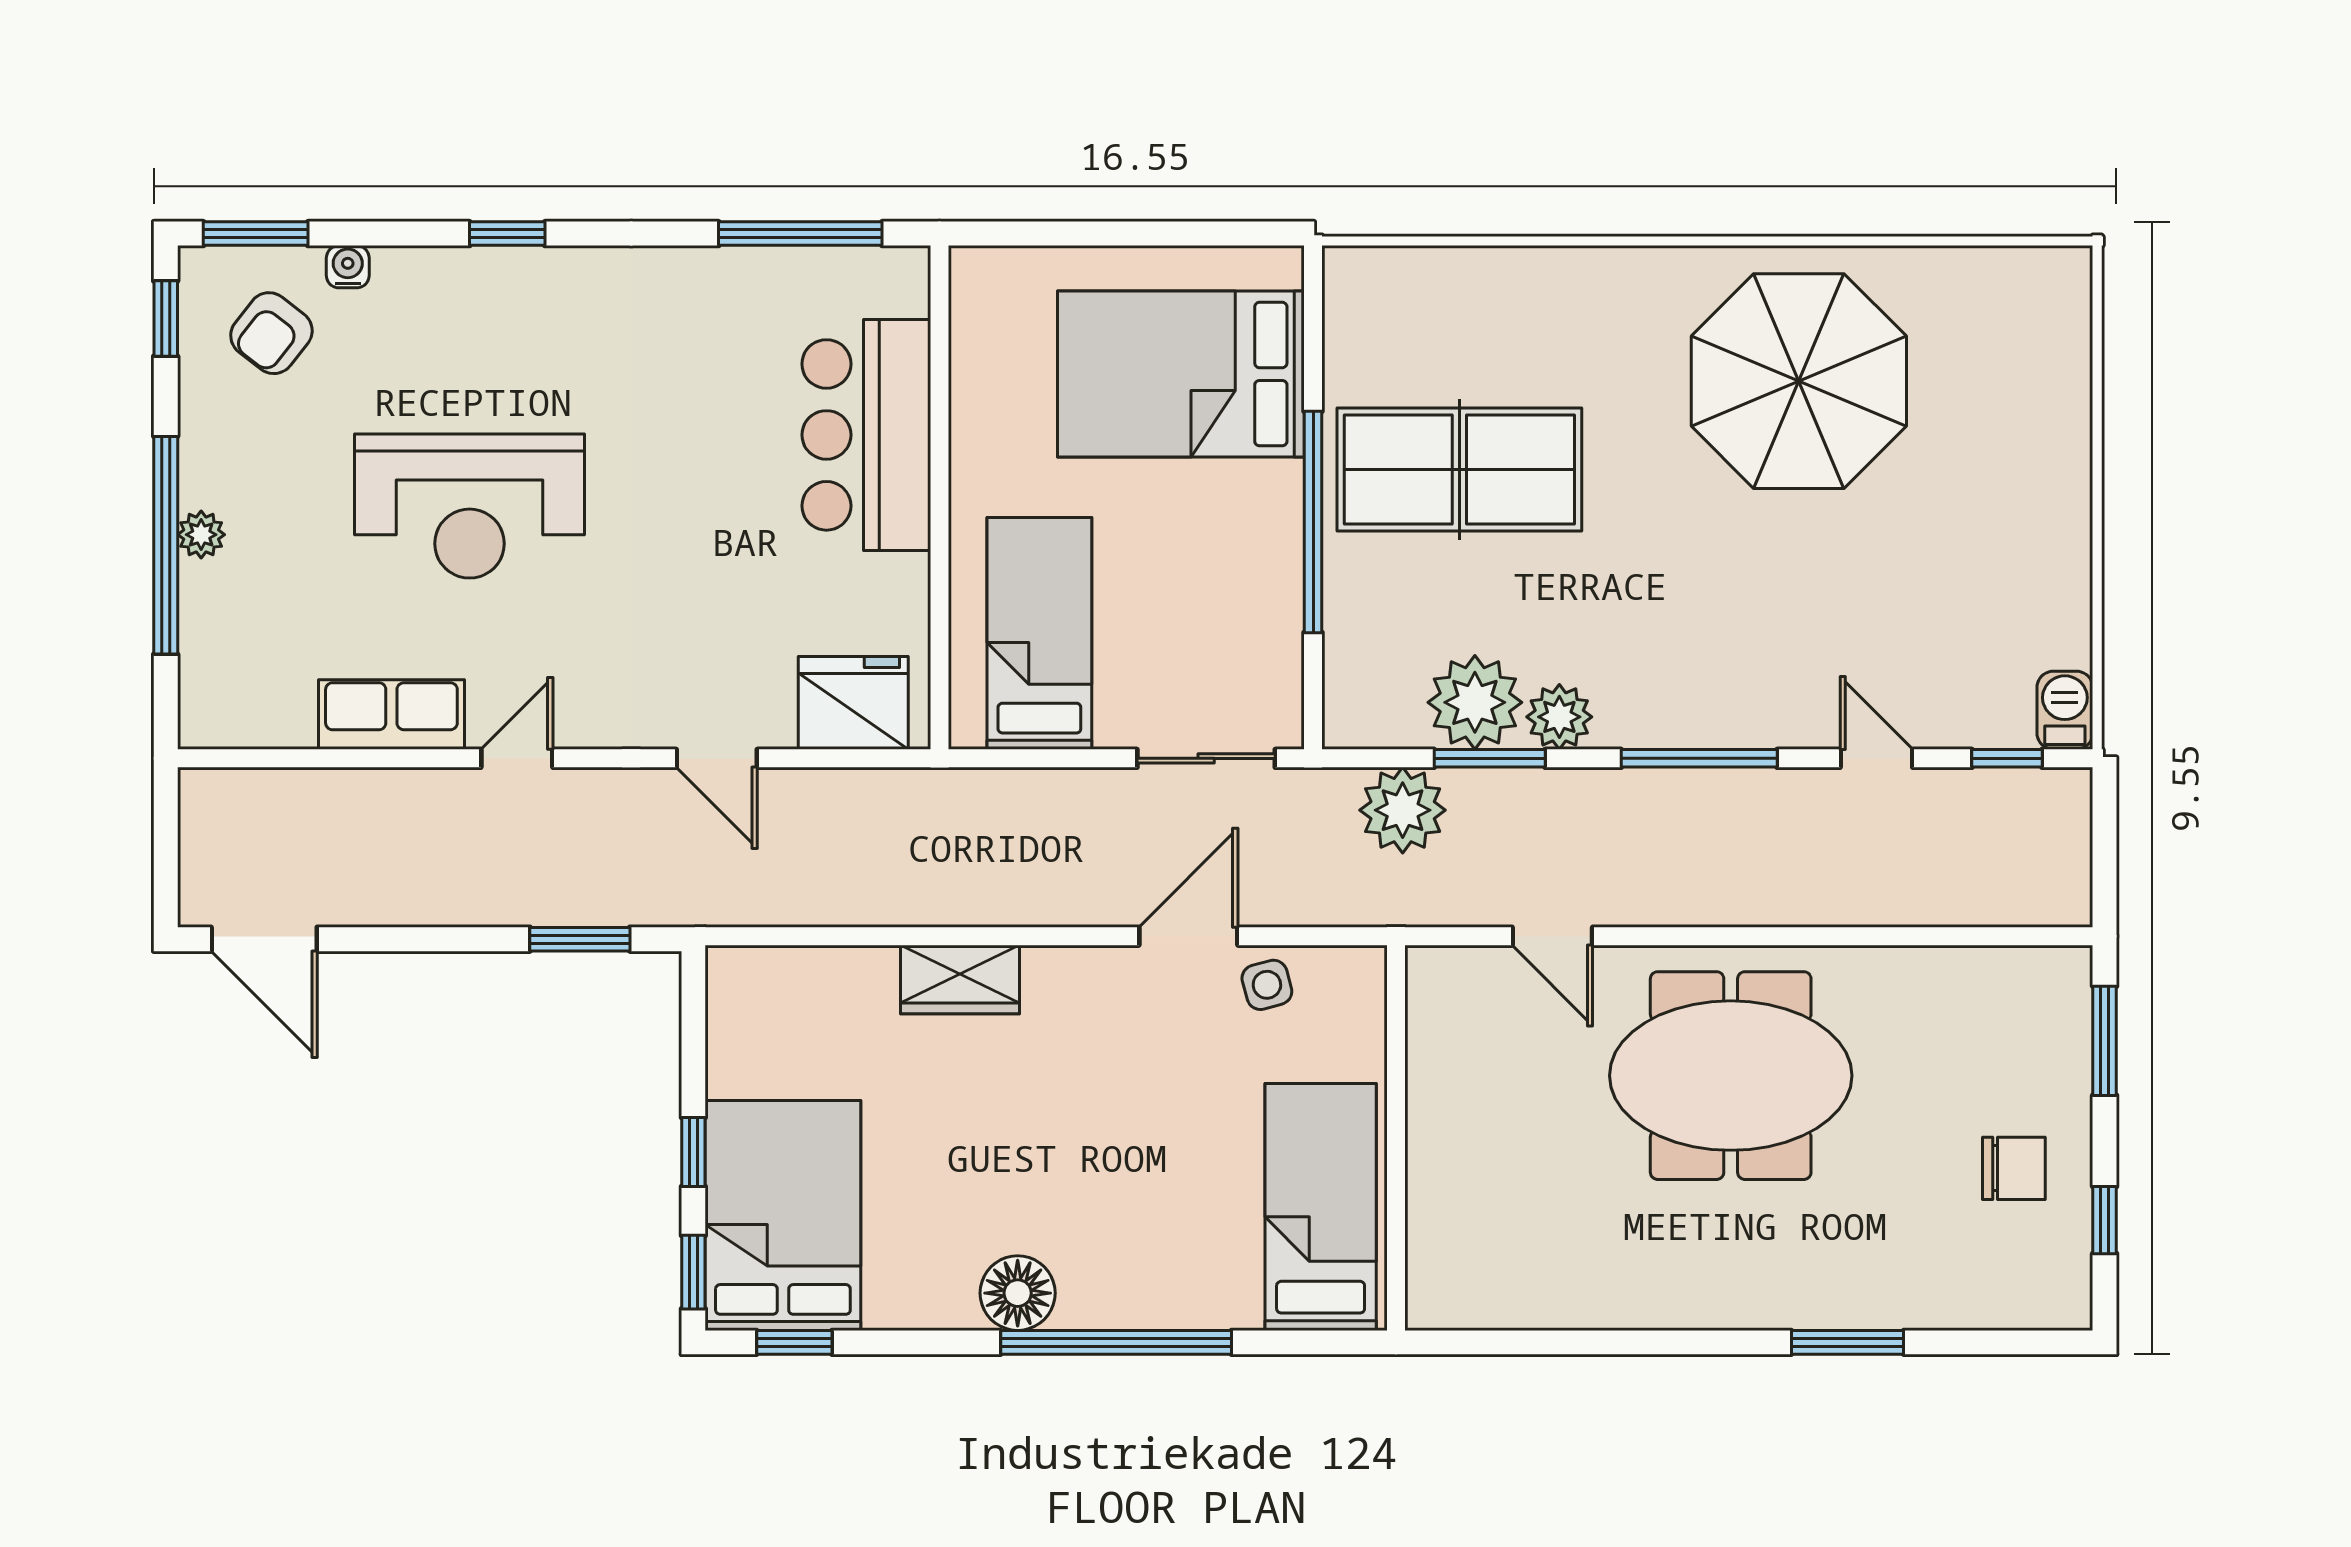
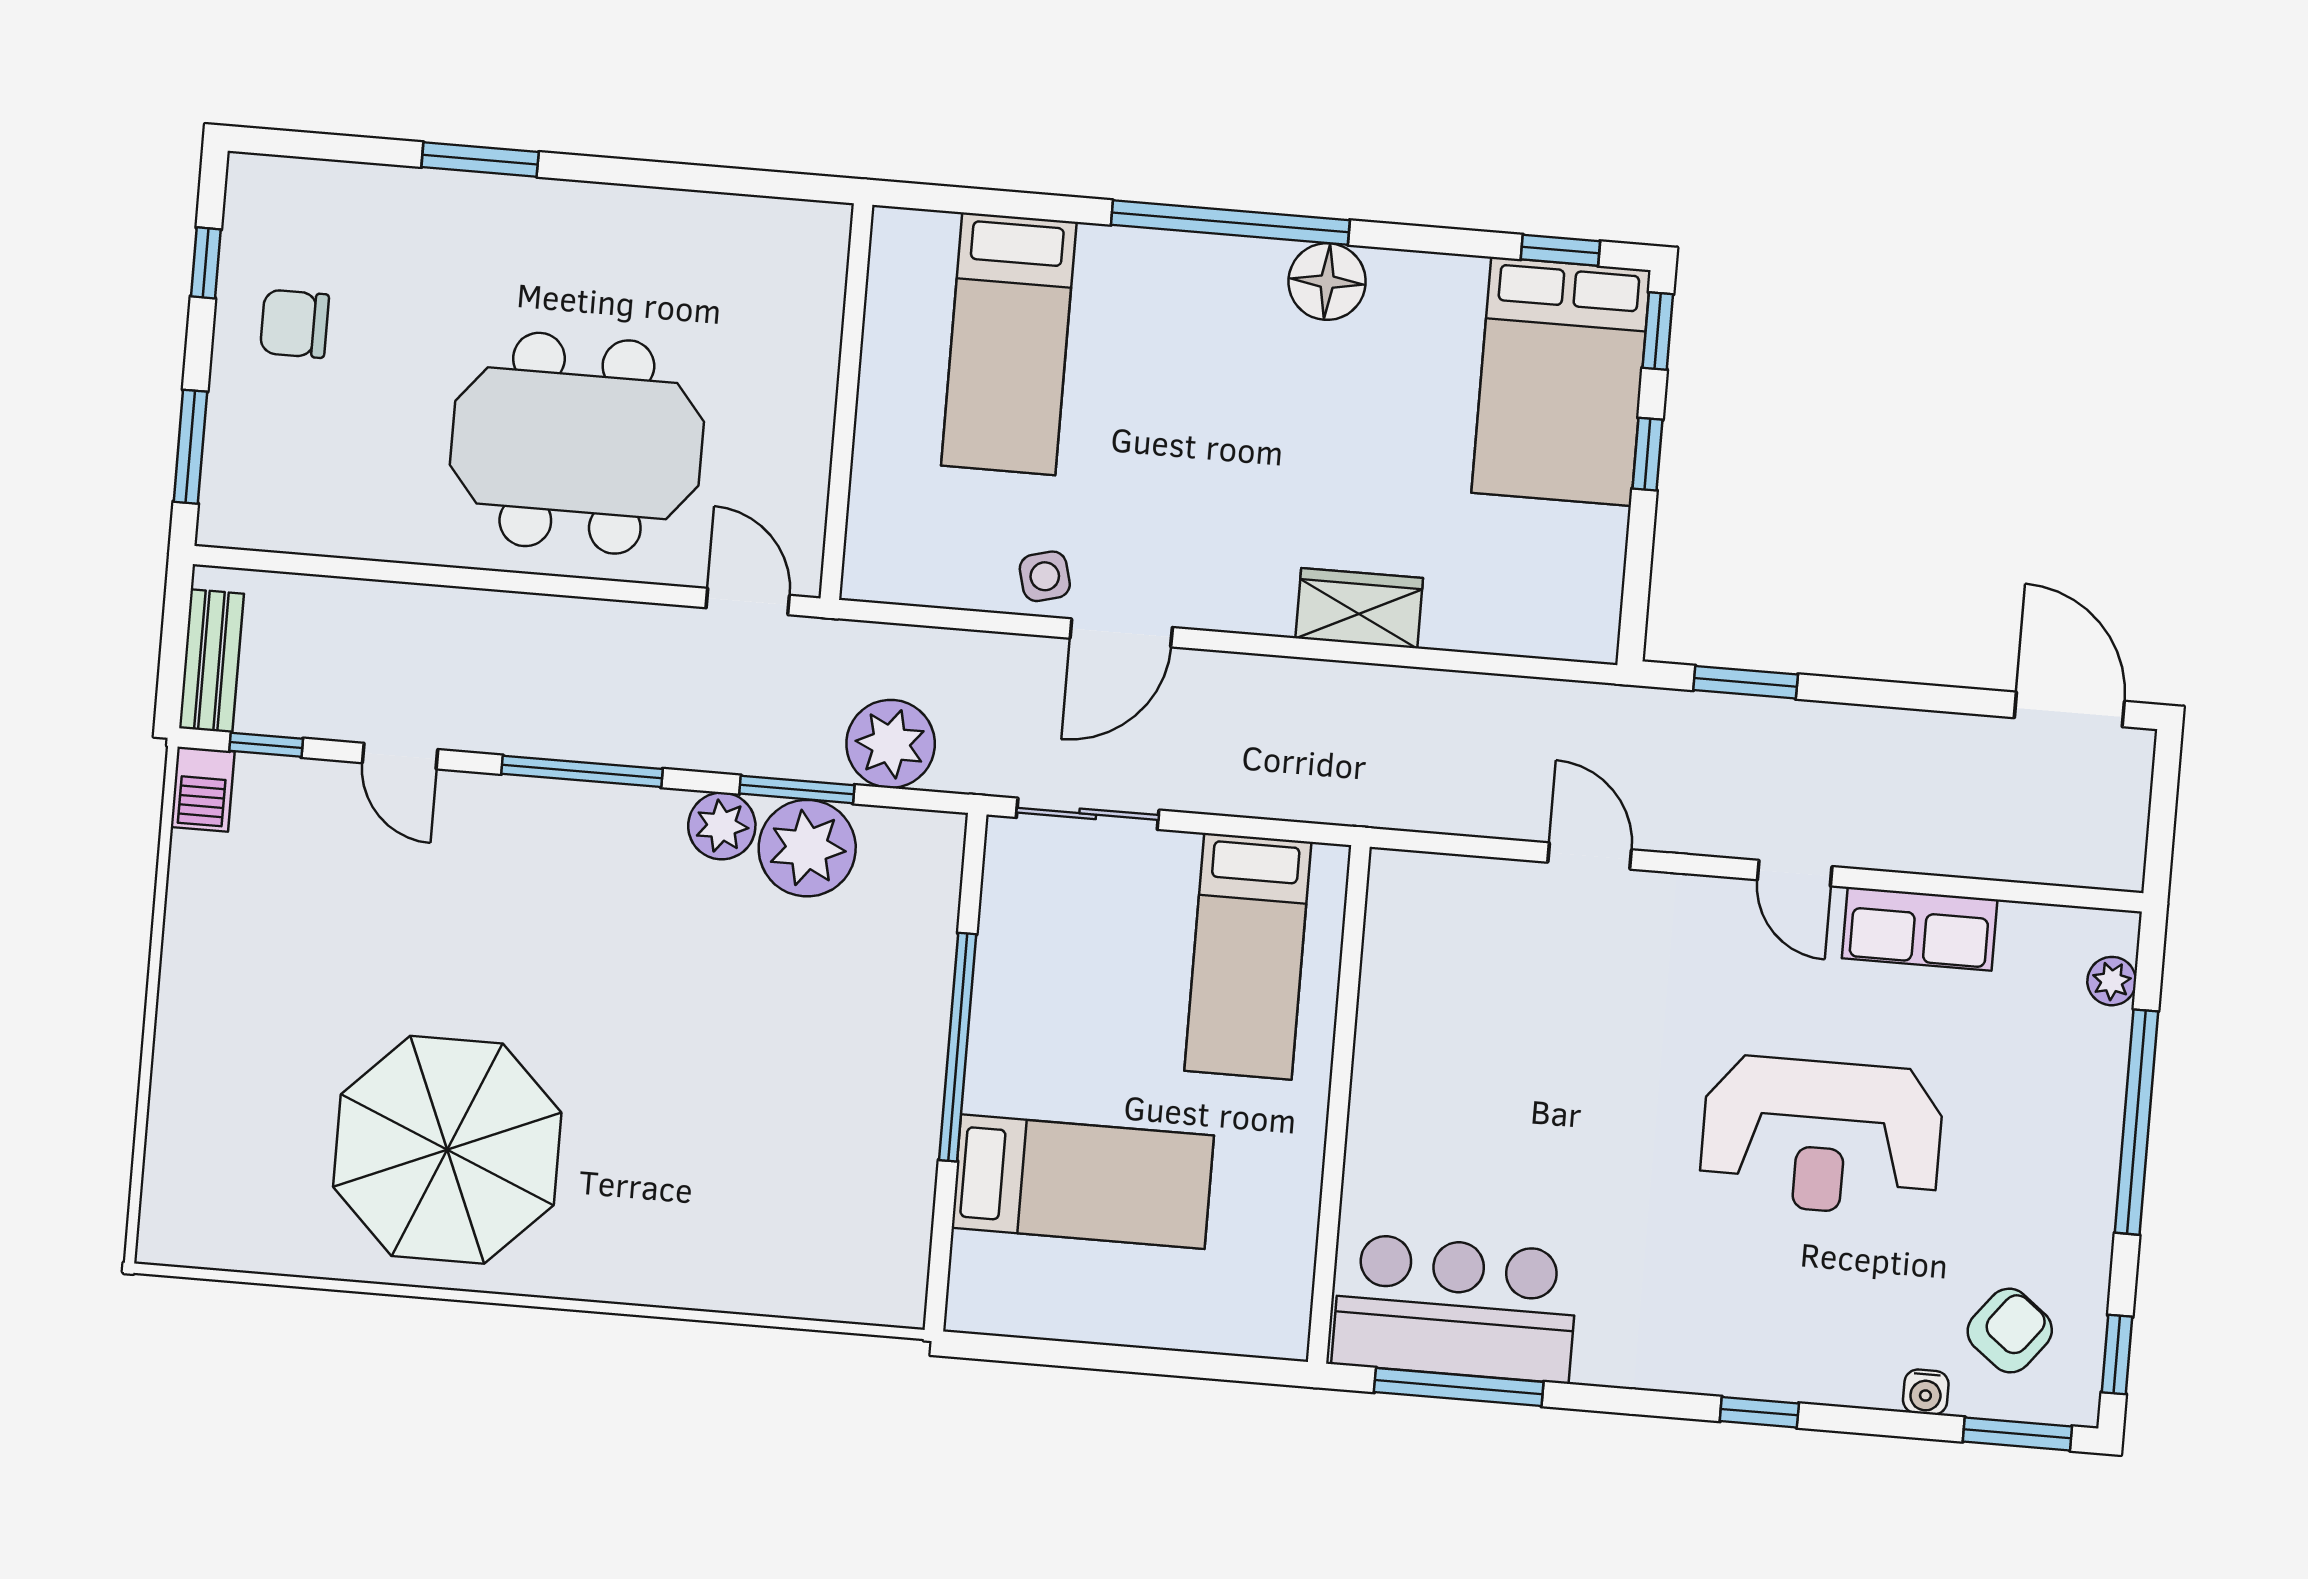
bed: (1181, 374) -> (1083, 1182), width x0.67
bar counter: (866, 435) -> (1455, 1308), moved, turned -90
table tennis table: (1459, 470) -> (803, 1088), removed
reception desk: (470, 506) -> (1821, 1136), turned 180
plant: (201, 535) -> (2112, 981), moved
fridge: (853, 703) -> (1445, 901), removed
door: (517, 758) -> (1795, 873), hinge flipped
bench: (2067, 835) -> (211, 661), added
wall: (1396, 1138) -> (846, 402), moved

